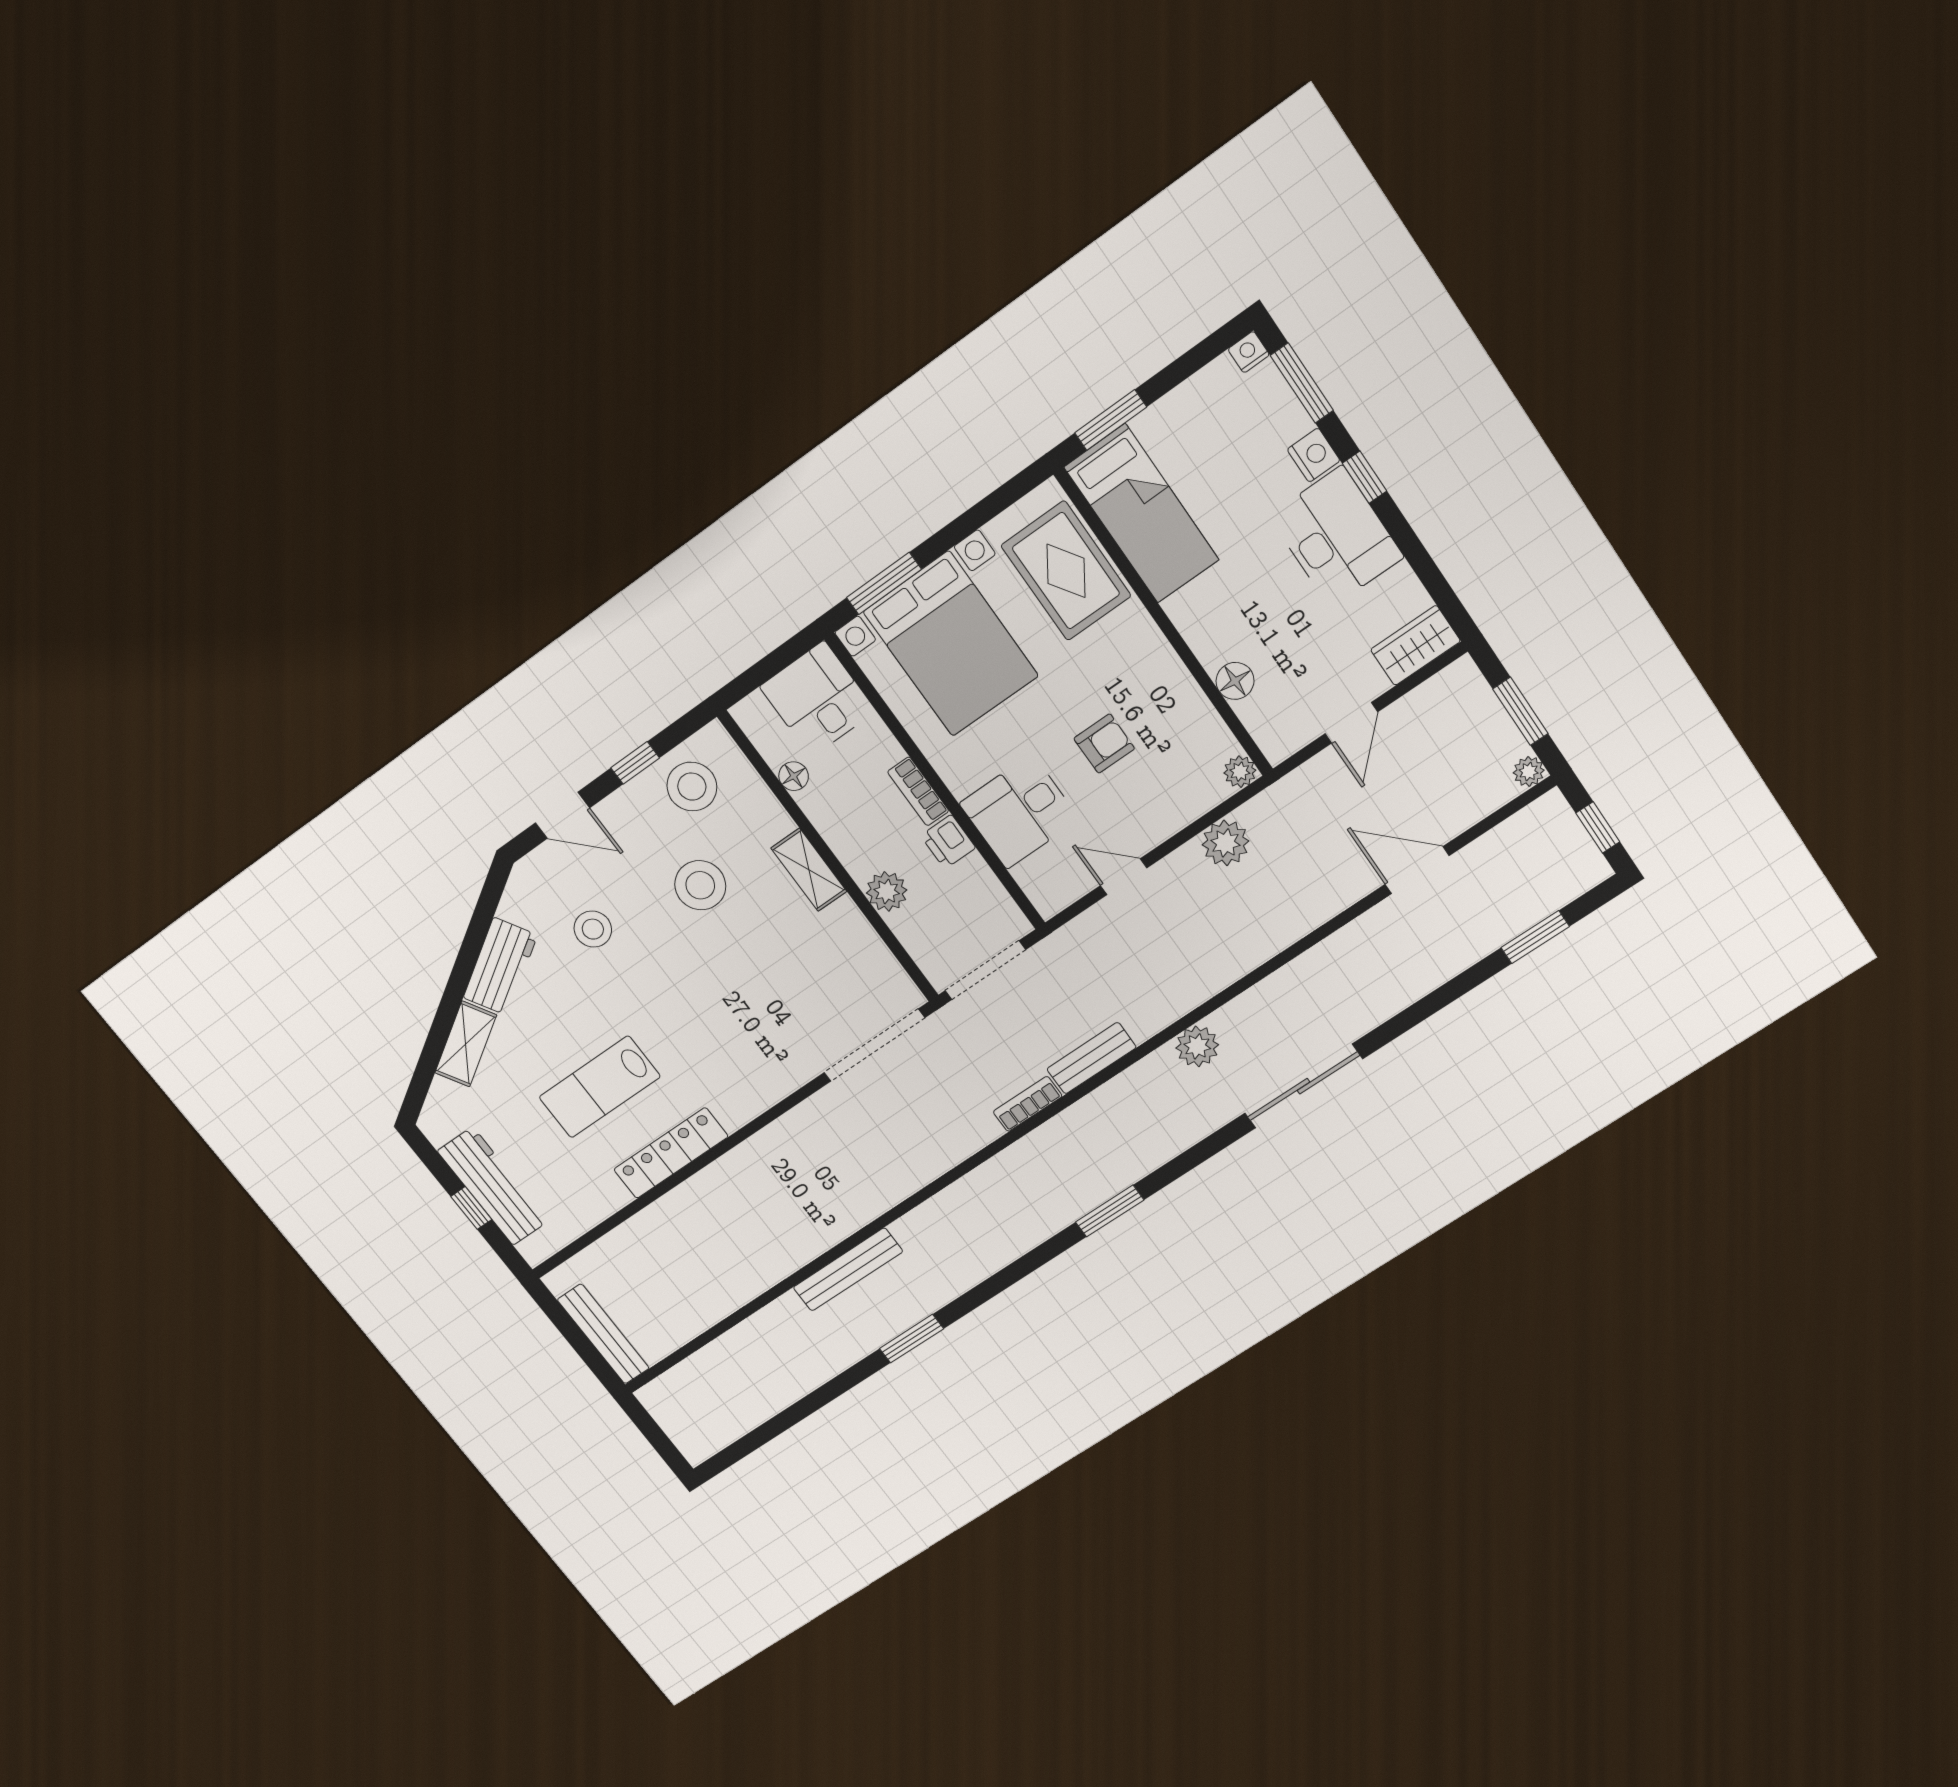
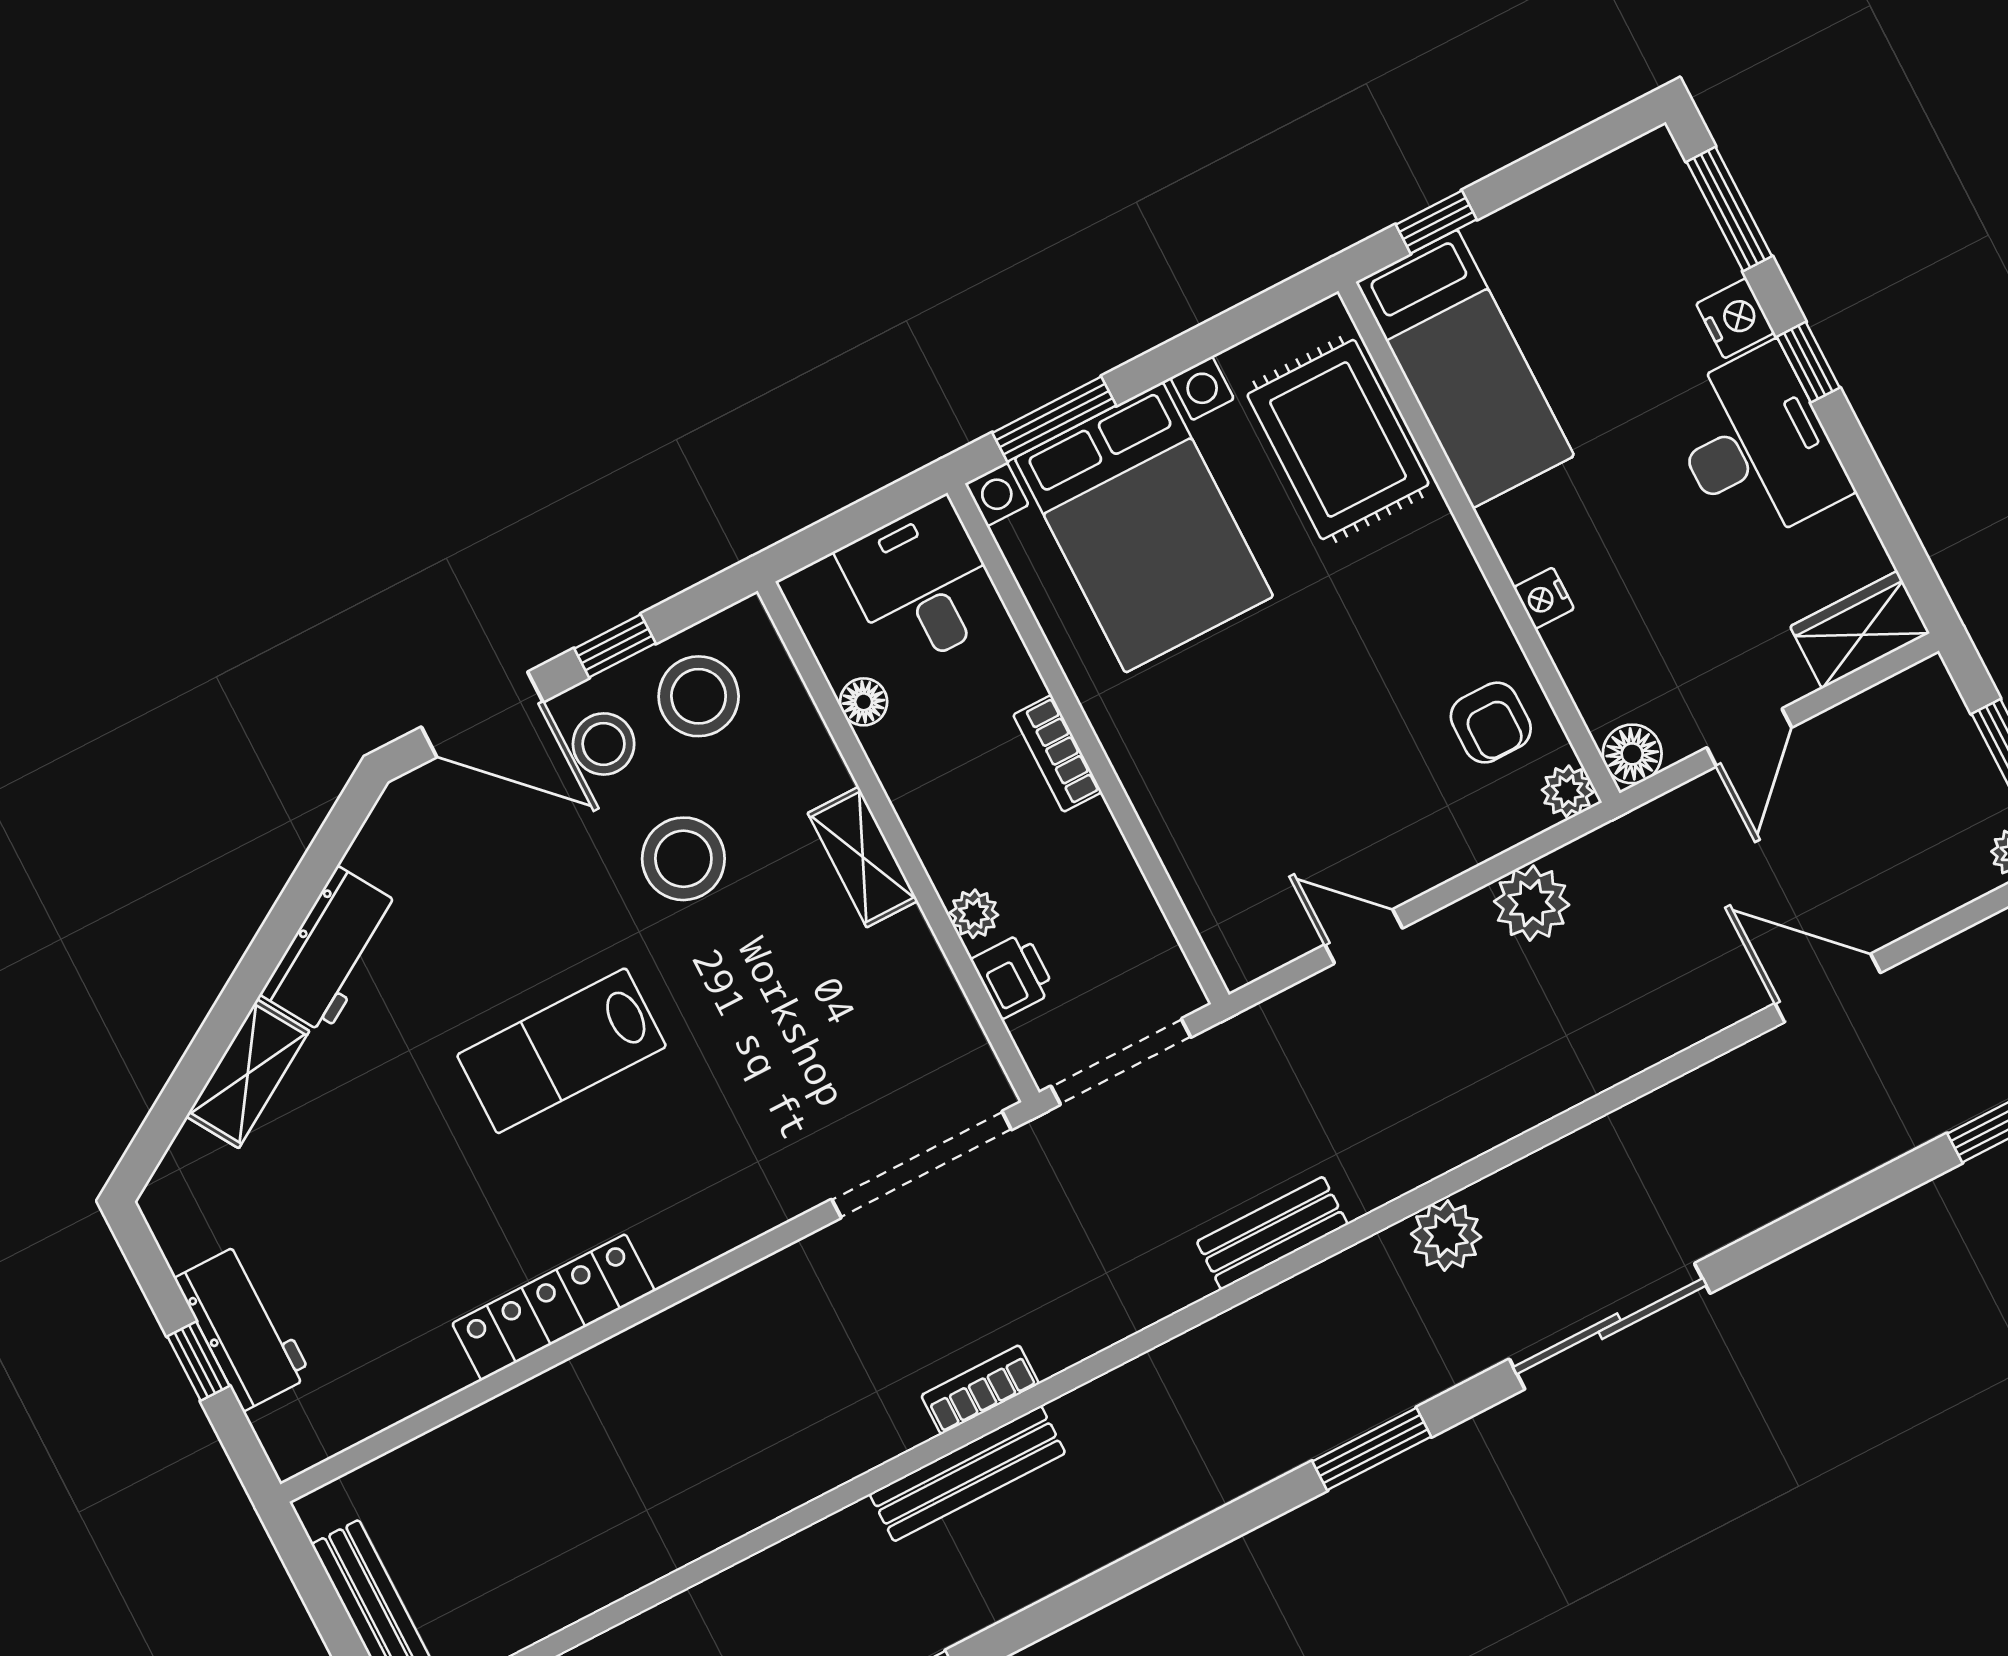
nightstand: (1249, 352) -> (1544, 598), moved, turned -90
window: (1111, 420) -> (1436, 222), width x0.67
floor lamp: (1235, 681) -> (1632, 754), moved
armchair: (1104, 744) -> (1491, 723), moved, turned 90
desk: (1020, 811) -> (1213, 808), removed
door: (562, 815) -> (482, 714), width x1.38
printer: (948, 842) -> (1013, 975), moved, turned 180
plant: (887, 891) -> (974, 914), width x0.73, depth x0.73
stool: (593, 929) -> (604, 744), moved
lab bench: (600, 1087) -> (561, 1051), moved
bookcase: (1028, 1104) -> (980, 1390), moved
workbench: (493, 1186) -> (243, 1327), width x0.73
window: (1110, 1211) -> (1372, 1449), moved
bench: (848, 1269) -> (967, 1473), moved

